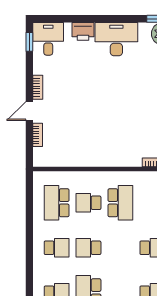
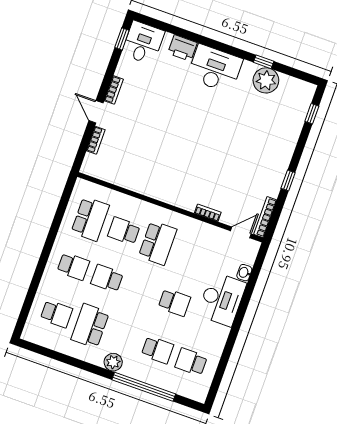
door: (29, 111) -> (96, 112), hinge flipped
school desk: (57, 203) -> (90, 219), turned 180

